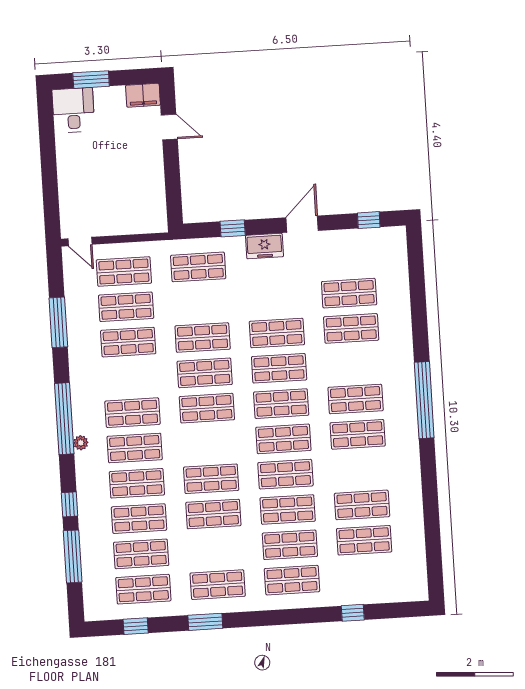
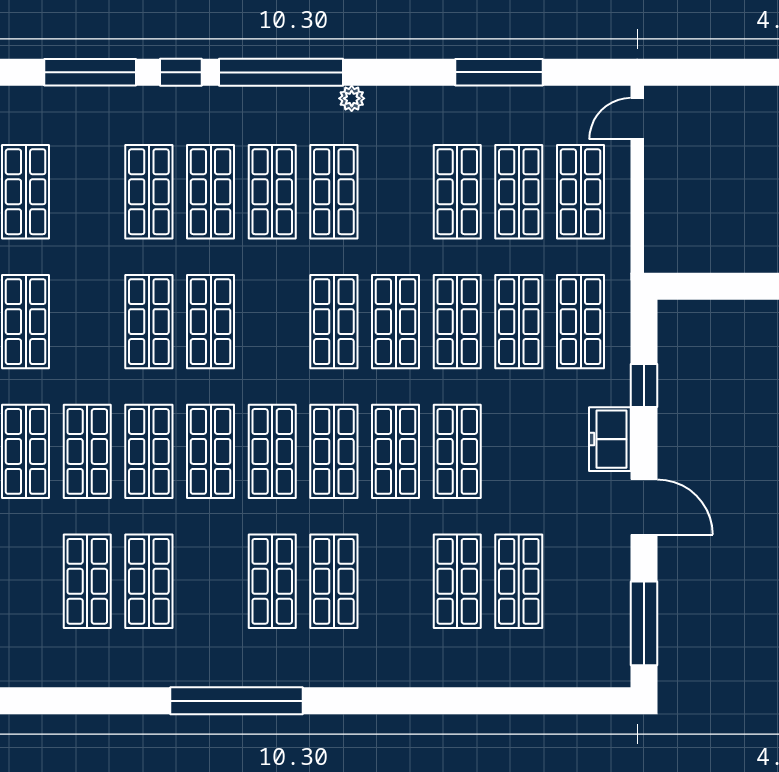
window: (369, 220) -> (644, 623), width x2.17
window: (424, 400) -> (237, 701), moved
window: (64, 419) -> (281, 72), moved
plant: (81, 443) -> (352, 98), moved
shop shelf: (141, 554) -> (519, 322), moved

